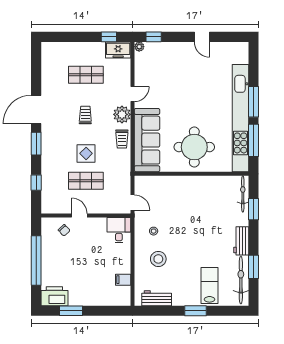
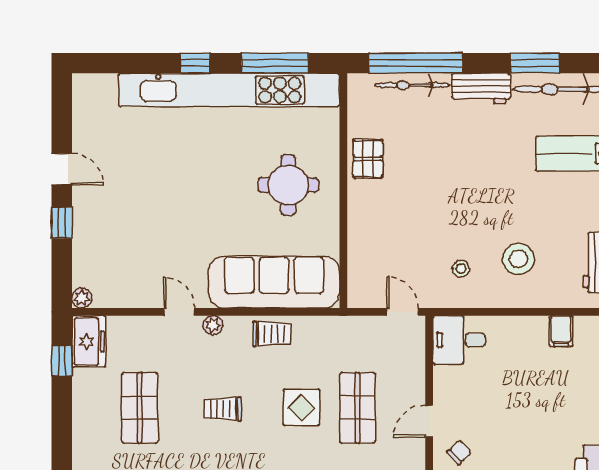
window: (154, 37) -> (62, 223), moved
door: (202, 37) -> (62, 169), hinge flipped
window: (254, 102) -> (195, 63), width x0.46
plant: (122, 114) -> (213, 325), width x0.53, depth x0.53
round table: (194, 147) -> (288, 185), width x0.73, depth x0.73
pallet: (207, 186) -> (368, 159), added
bicycle: (243, 194) -> (412, 85), moved
door: (133, 203) -> (402, 312), hinge flipped
window: (254, 209) -> (416, 63), width x2.11

